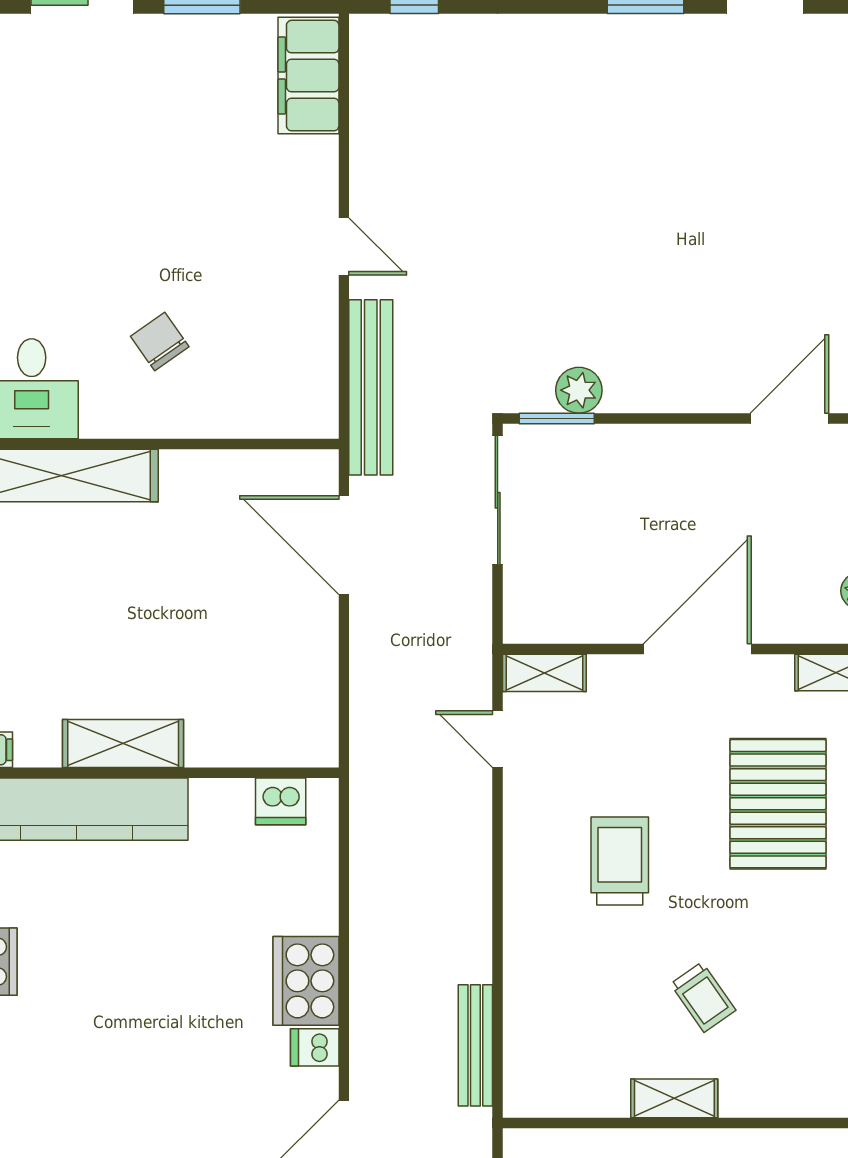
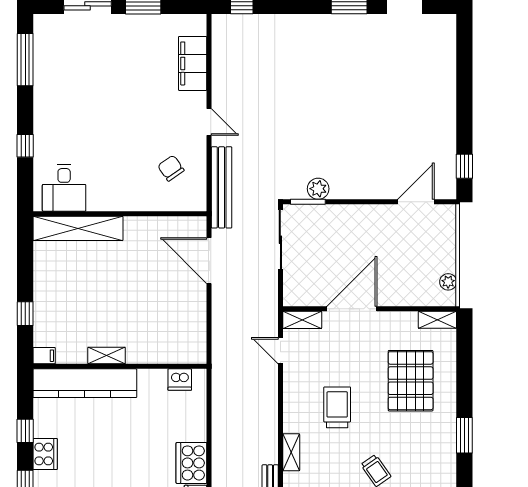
filing cabinet: (308, 76) -> (193, 63), moved
chair: (160, 341) -> (171, 168), moved
door: (697, 649) -> (352, 309), moved
shelving: (123, 744) -> (107, 356), width x0.67, depth x0.75
shelving: (521, 958) -> (291, 452), added

